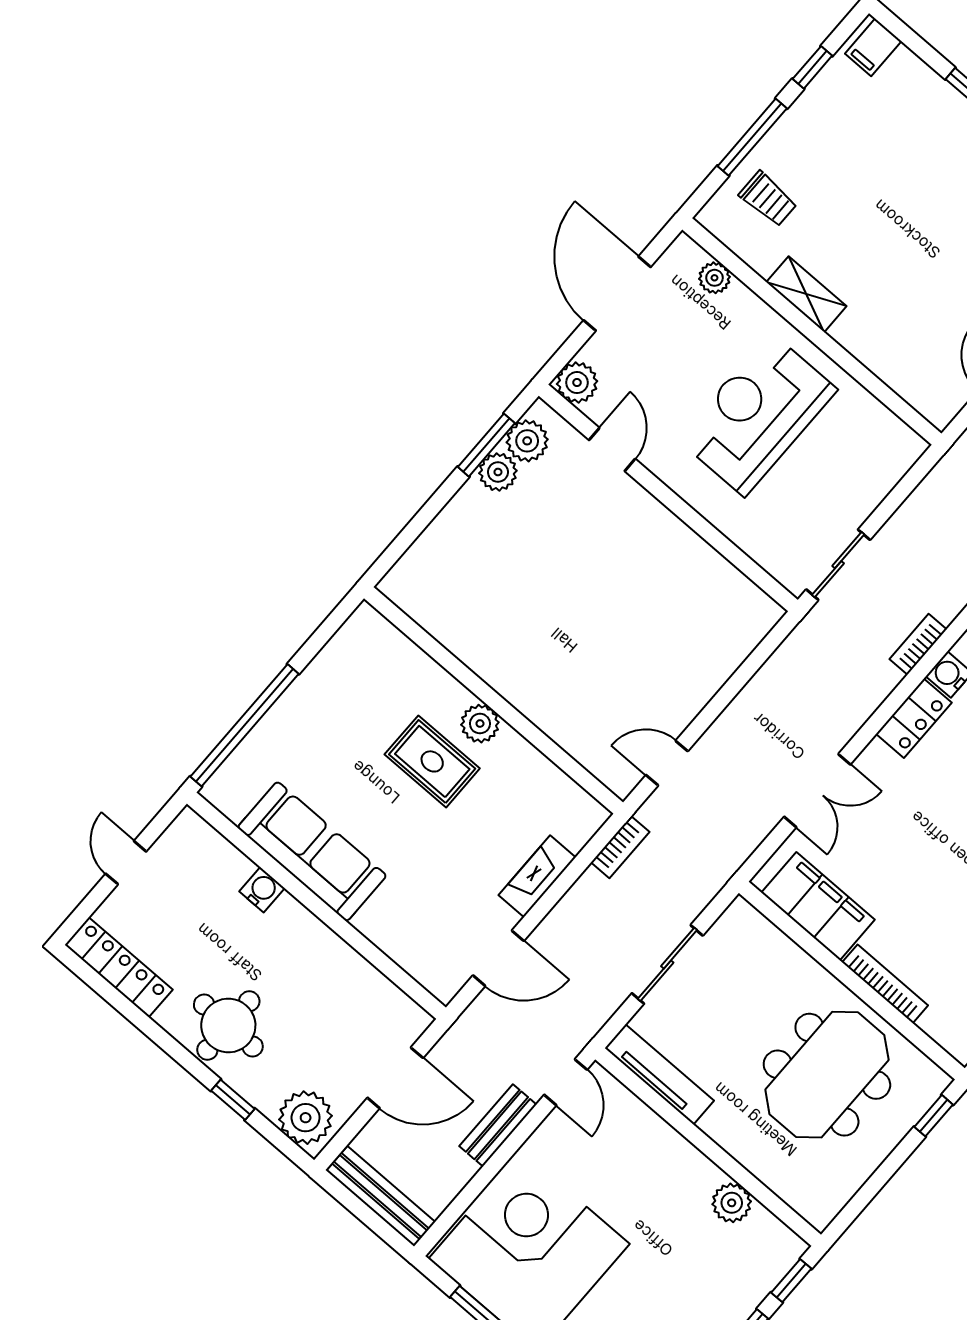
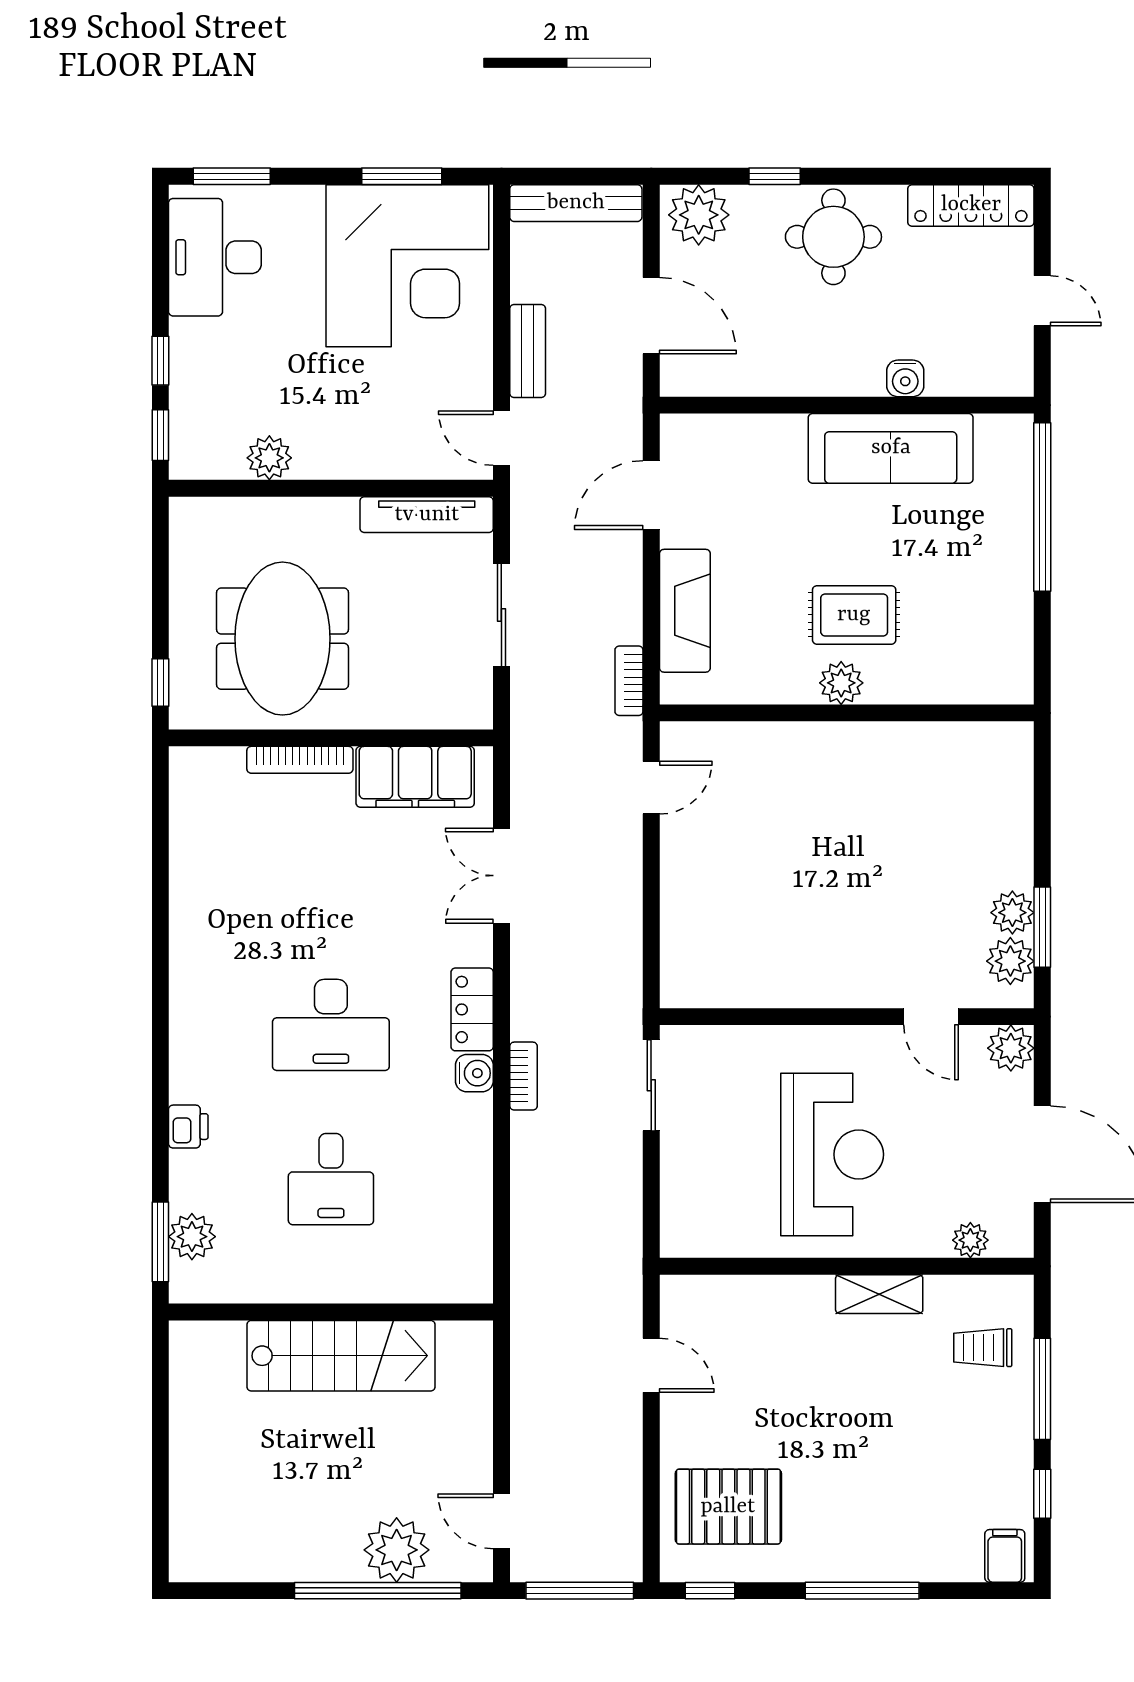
fireplace: (537, 876) -> (685, 611), width x1.37, depth x1.32
door: (395, 1078) -> (651, 316), swing flipped

